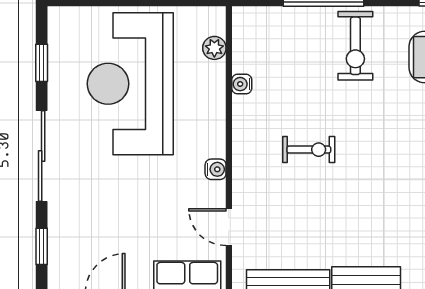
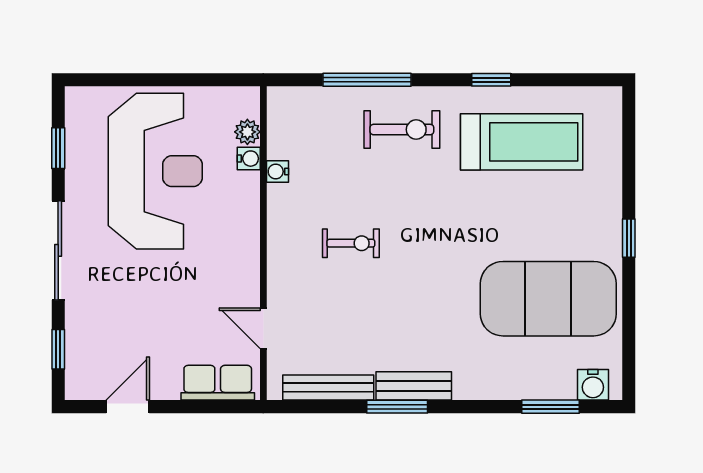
exercise bike: (355, 46) -> (402, 130), turned -90
reception desk: (130, 84) -> (155, 171), turned 180
water cooler: (216, 169) -> (249, 159), moved

